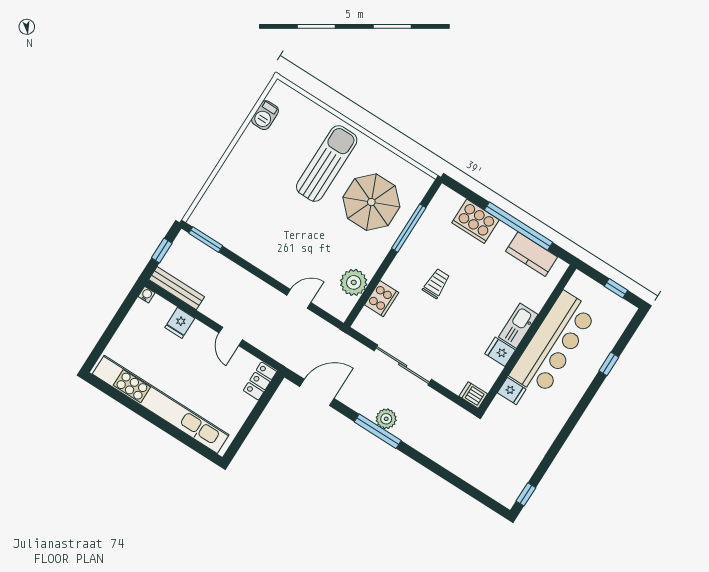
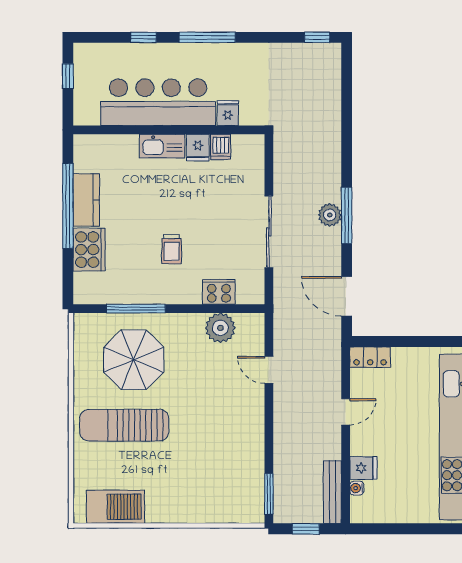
barbecue: (265, 115) -> (116, 507), width x1.88, depth x1.53
kitchen counter: (532, 254) -> (86, 200), moved
trolley: (436, 283) -> (172, 249), turned -90
water cooler: (147, 295) -> (357, 488), moved
dishwasher: (473, 395) -> (221, 147), moved
window: (579, 412) -> (207, 37), added

